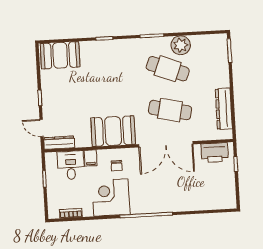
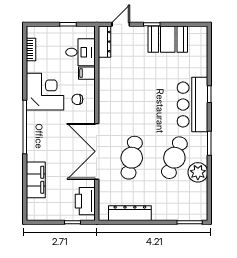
bar counter: (115, 54) -> (192, 105), added
booth: (60, 55) -> (168, 39), moved, turned 90
booth: (113, 131) -> (113, 98), removed
filing cabinet: (197, 202) -> (36, 180), added

